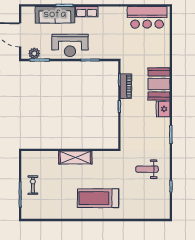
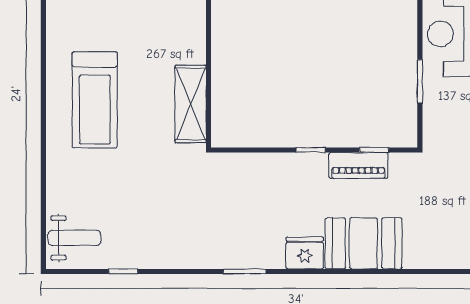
shelving: (75, 157) -> (191, 104), moved
weight bench: (147, 169) -> (74, 238), moved, turned 90
treadmill: (98, 198) -> (95, 100), turned 180

